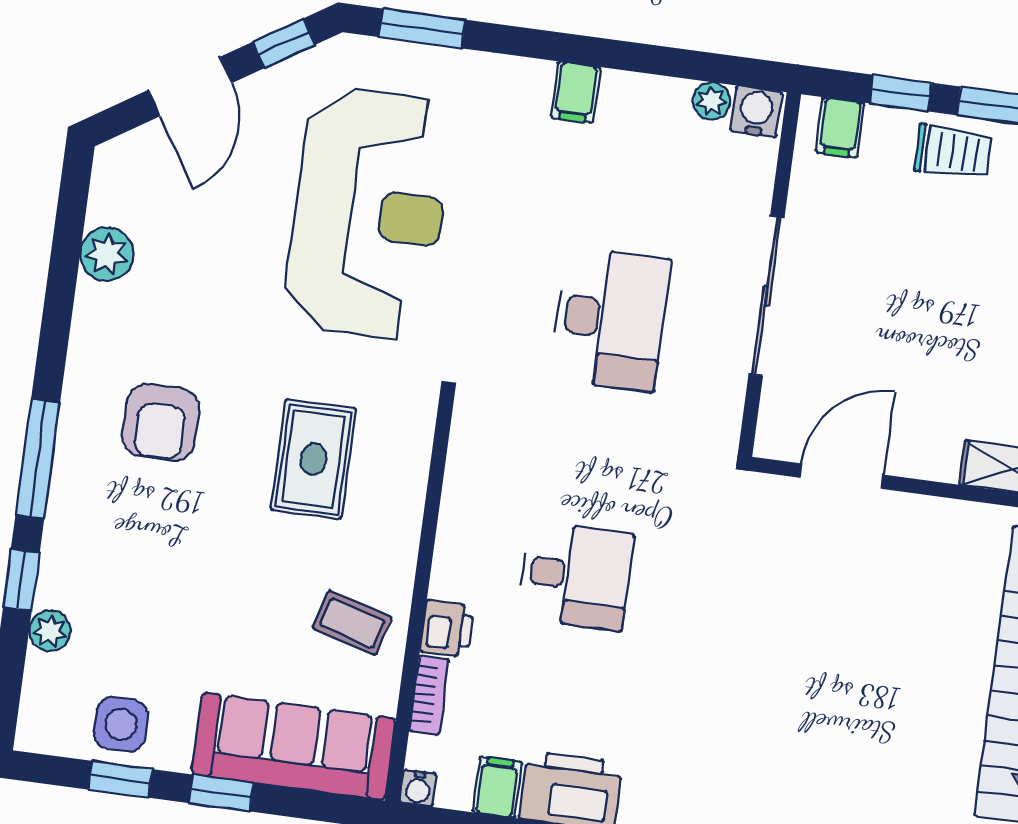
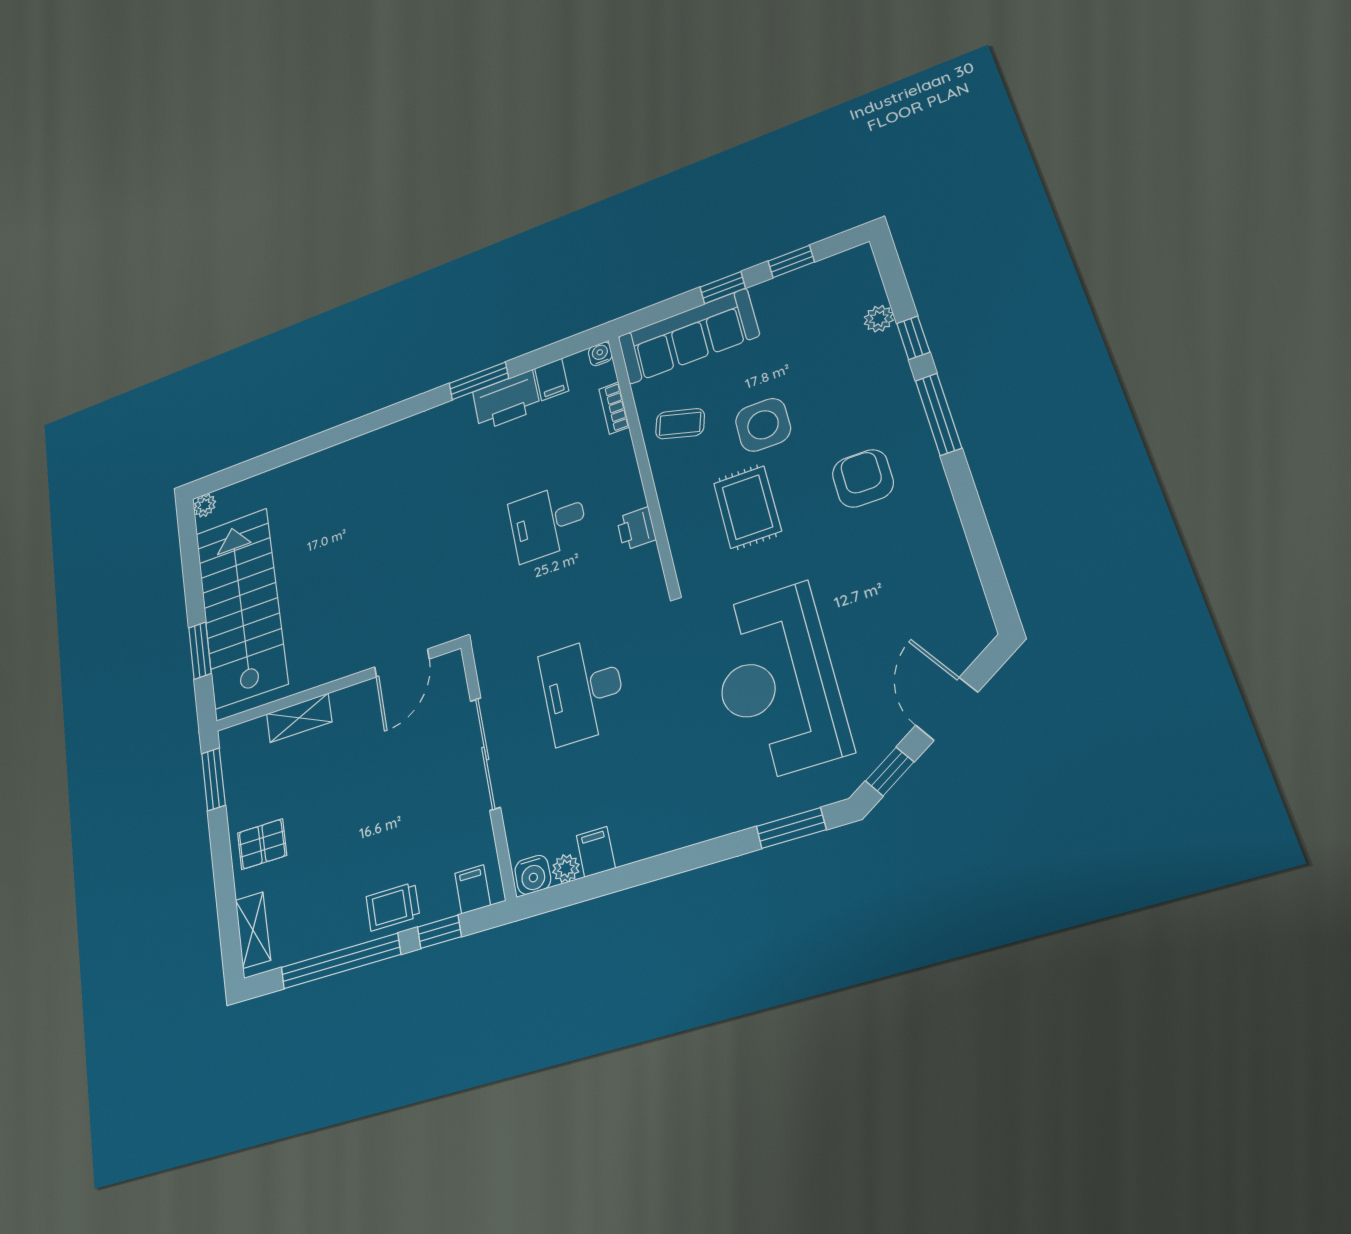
filing cabinet: (576, 92) -> (596, 852), moved
plant: (107, 254) -> (954, 566), removed
printer: (447, 629) -> (636, 529), moved
side table: (121, 724) -> (763, 425), moved, width x1.37, depth x1.37

